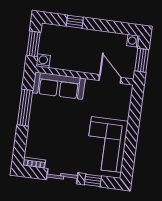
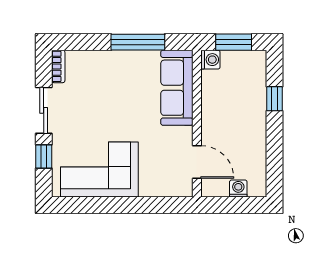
washing machine: (133, 41) -> (238, 189), moved
window: (142, 60) -> (231, 205), removed
door: (110, 79) -> (197, 162), hinge flipped

